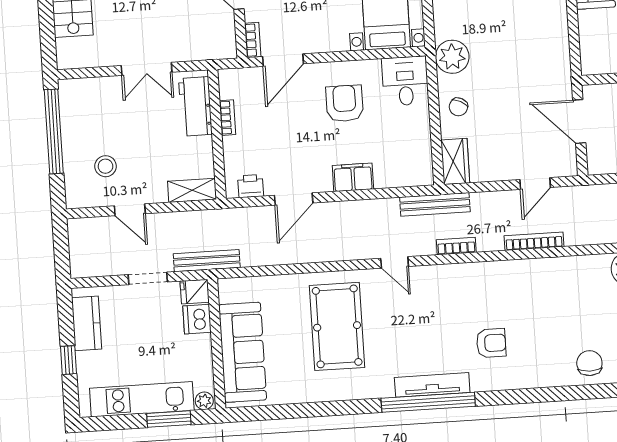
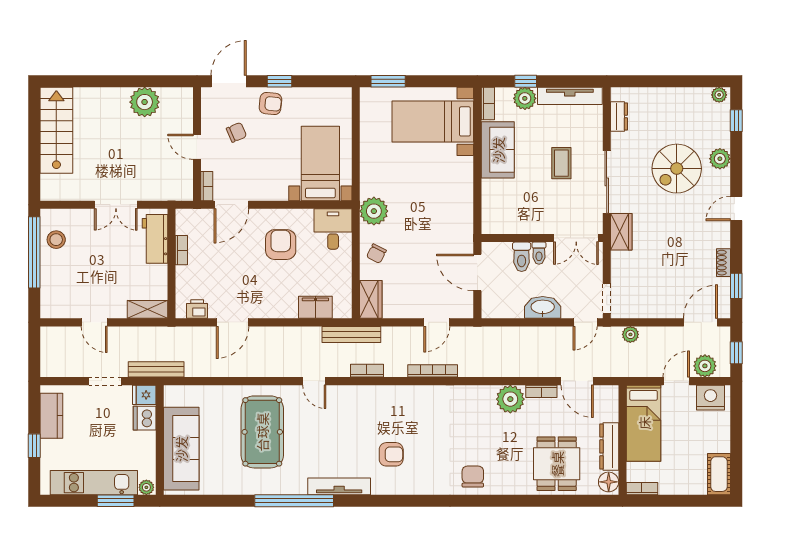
stool: (106, 166) -> (56, 240), moved
filing cabinet: (353, 177) -> (315, 307), moved
window: (428, 402) -> (294, 501), moved

